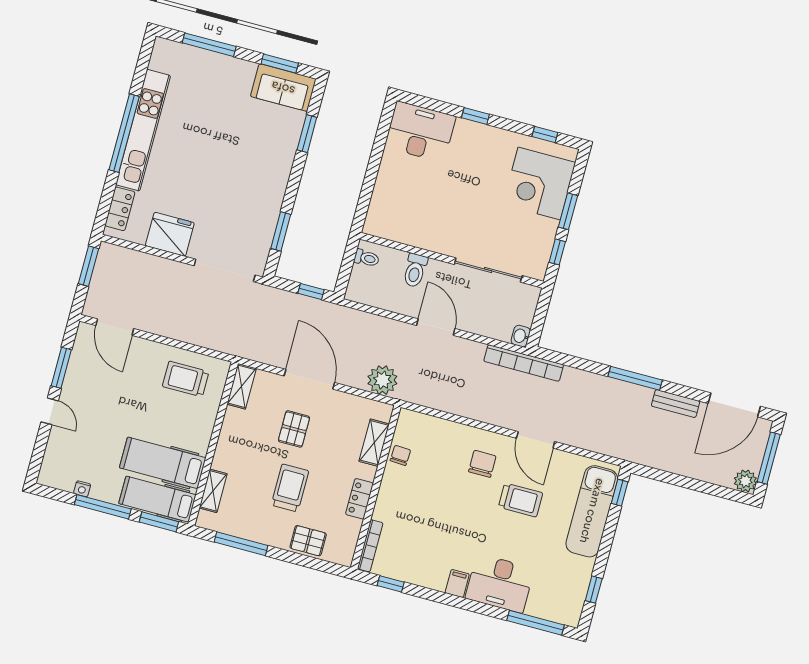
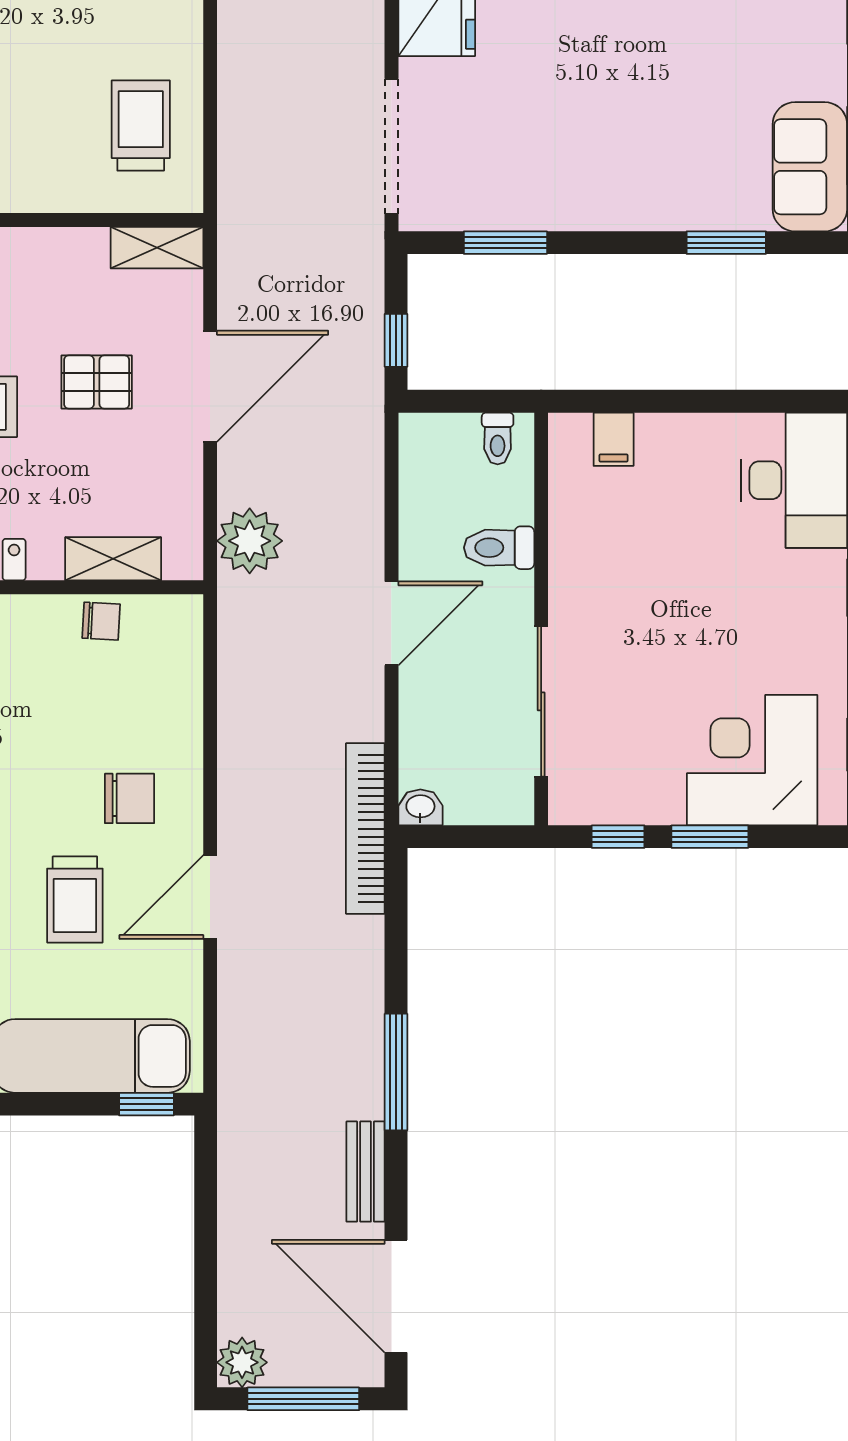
filing cabinet: (381, 207) -> (614, 439), added

